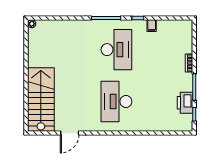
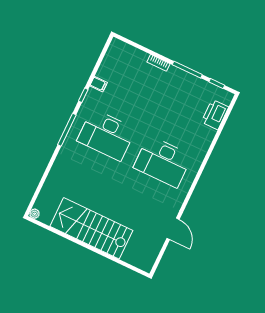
desk: (116, 50) -> (106, 135), turned 180
stairs: (41, 100) -> (91, 228), moved
printer: (185, 103) -> (215, 114), moved, turned 90

